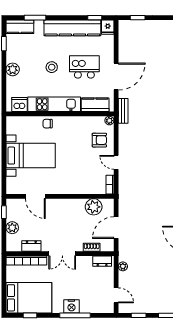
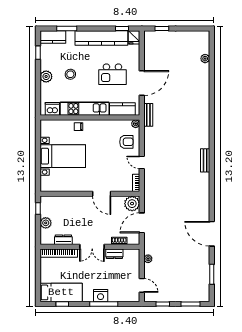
stool: (52, 67) -> (70, 74), moved
kitchen island: (84, 67) -> (112, 74), turned 180
door: (35, 196) -> (102, 194), moved
plant: (94, 207) -> (132, 204), moved
dresser: (102, 261) -> (114, 254), moved
bed: (29, 298) -> (61, 292), width x0.67

